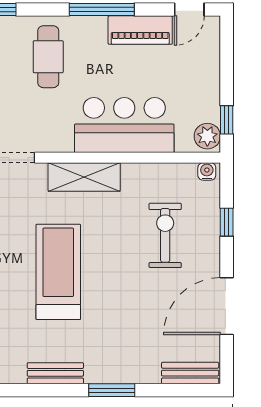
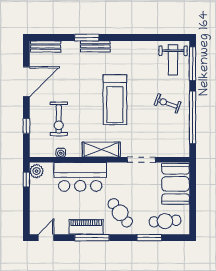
piano: (140, 30) -> (86, 227), moved
cafe table: (48, 57) -> (120, 213), turned -37
water cooler: (207, 171) -> (61, 153), moved
bench: (55, 373) -> (95, 46), moved

